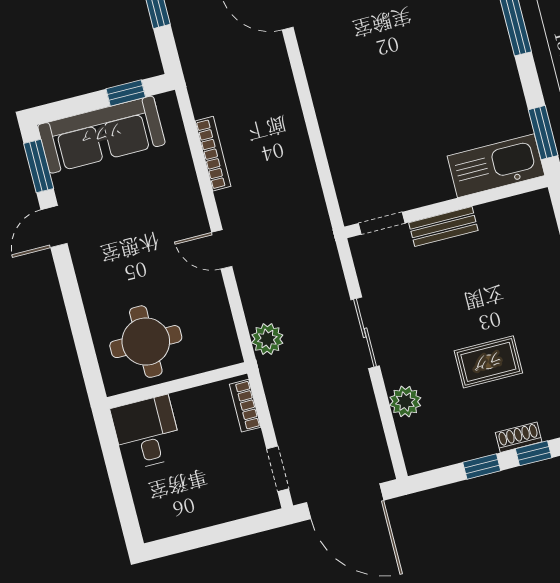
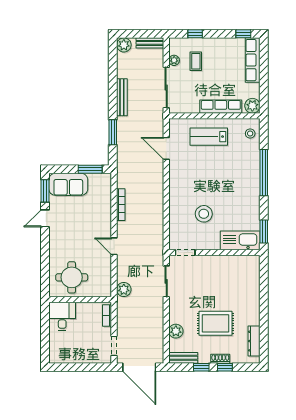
window: (126, 93) -> (90, 169), width x1.50
stool: (401, 127) -> (204, 214), added
sofa: (101, 135) -> (68, 184), width x0.73
bench: (443, 227) -> (183, 358), moved
sliding door: (365, 333) -> (166, 281), moved
rug: (488, 362) -> (216, 323), width x1.36, depth x1.43

